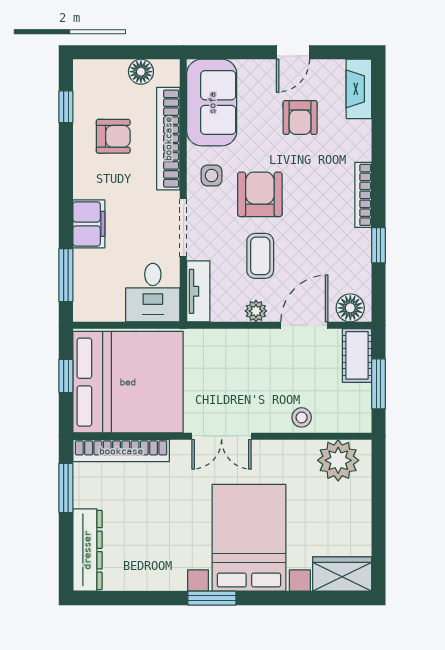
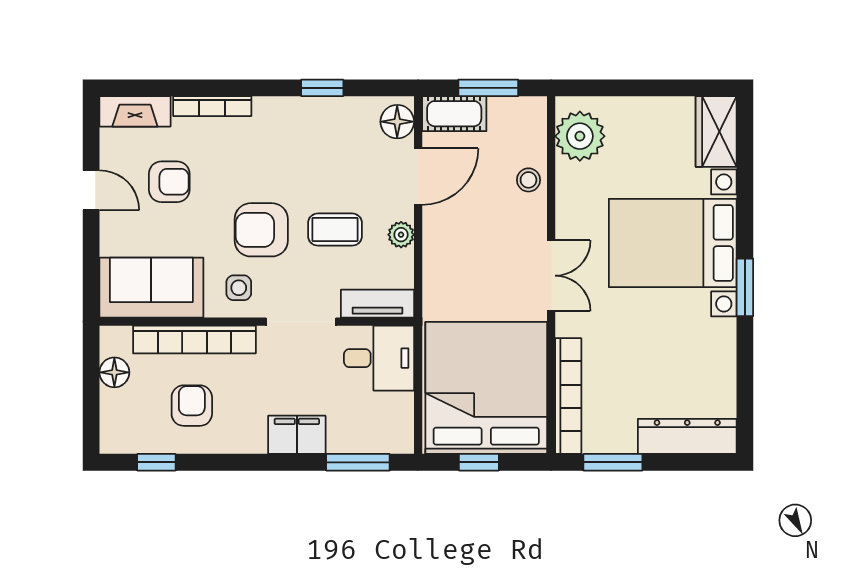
bookcase: (363, 195) -> (212, 106), moved
door: (304, 325) -> (418, 177), swing flipped

